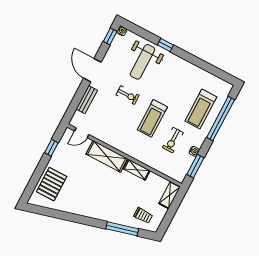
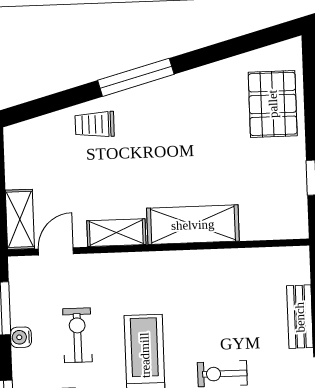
door: (82, 133) -> (56, 251), moved
trolley: (143, 216) -> (95, 124), moved
window: (122, 229) -> (136, 77), moved

